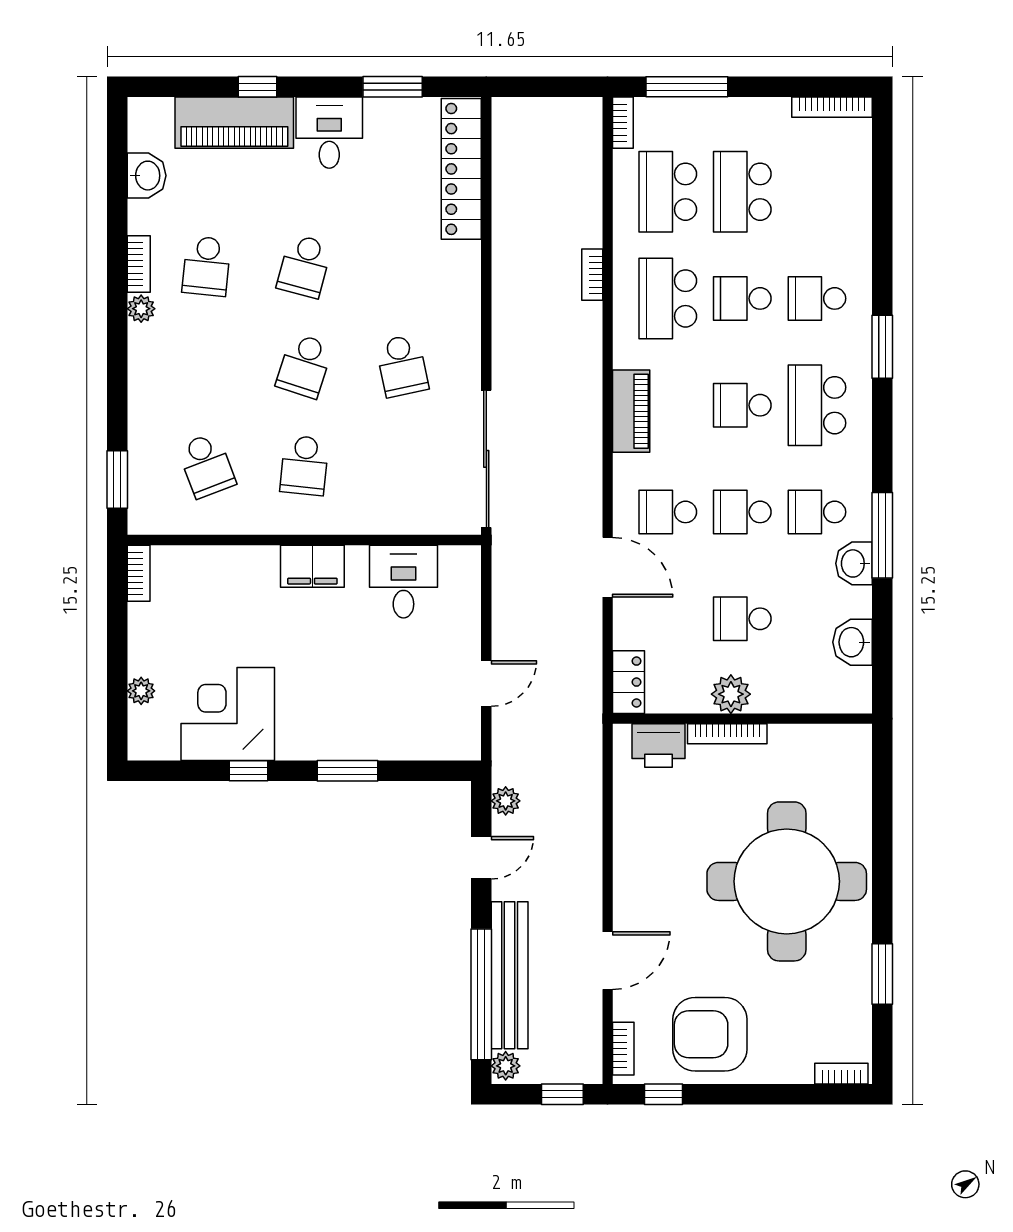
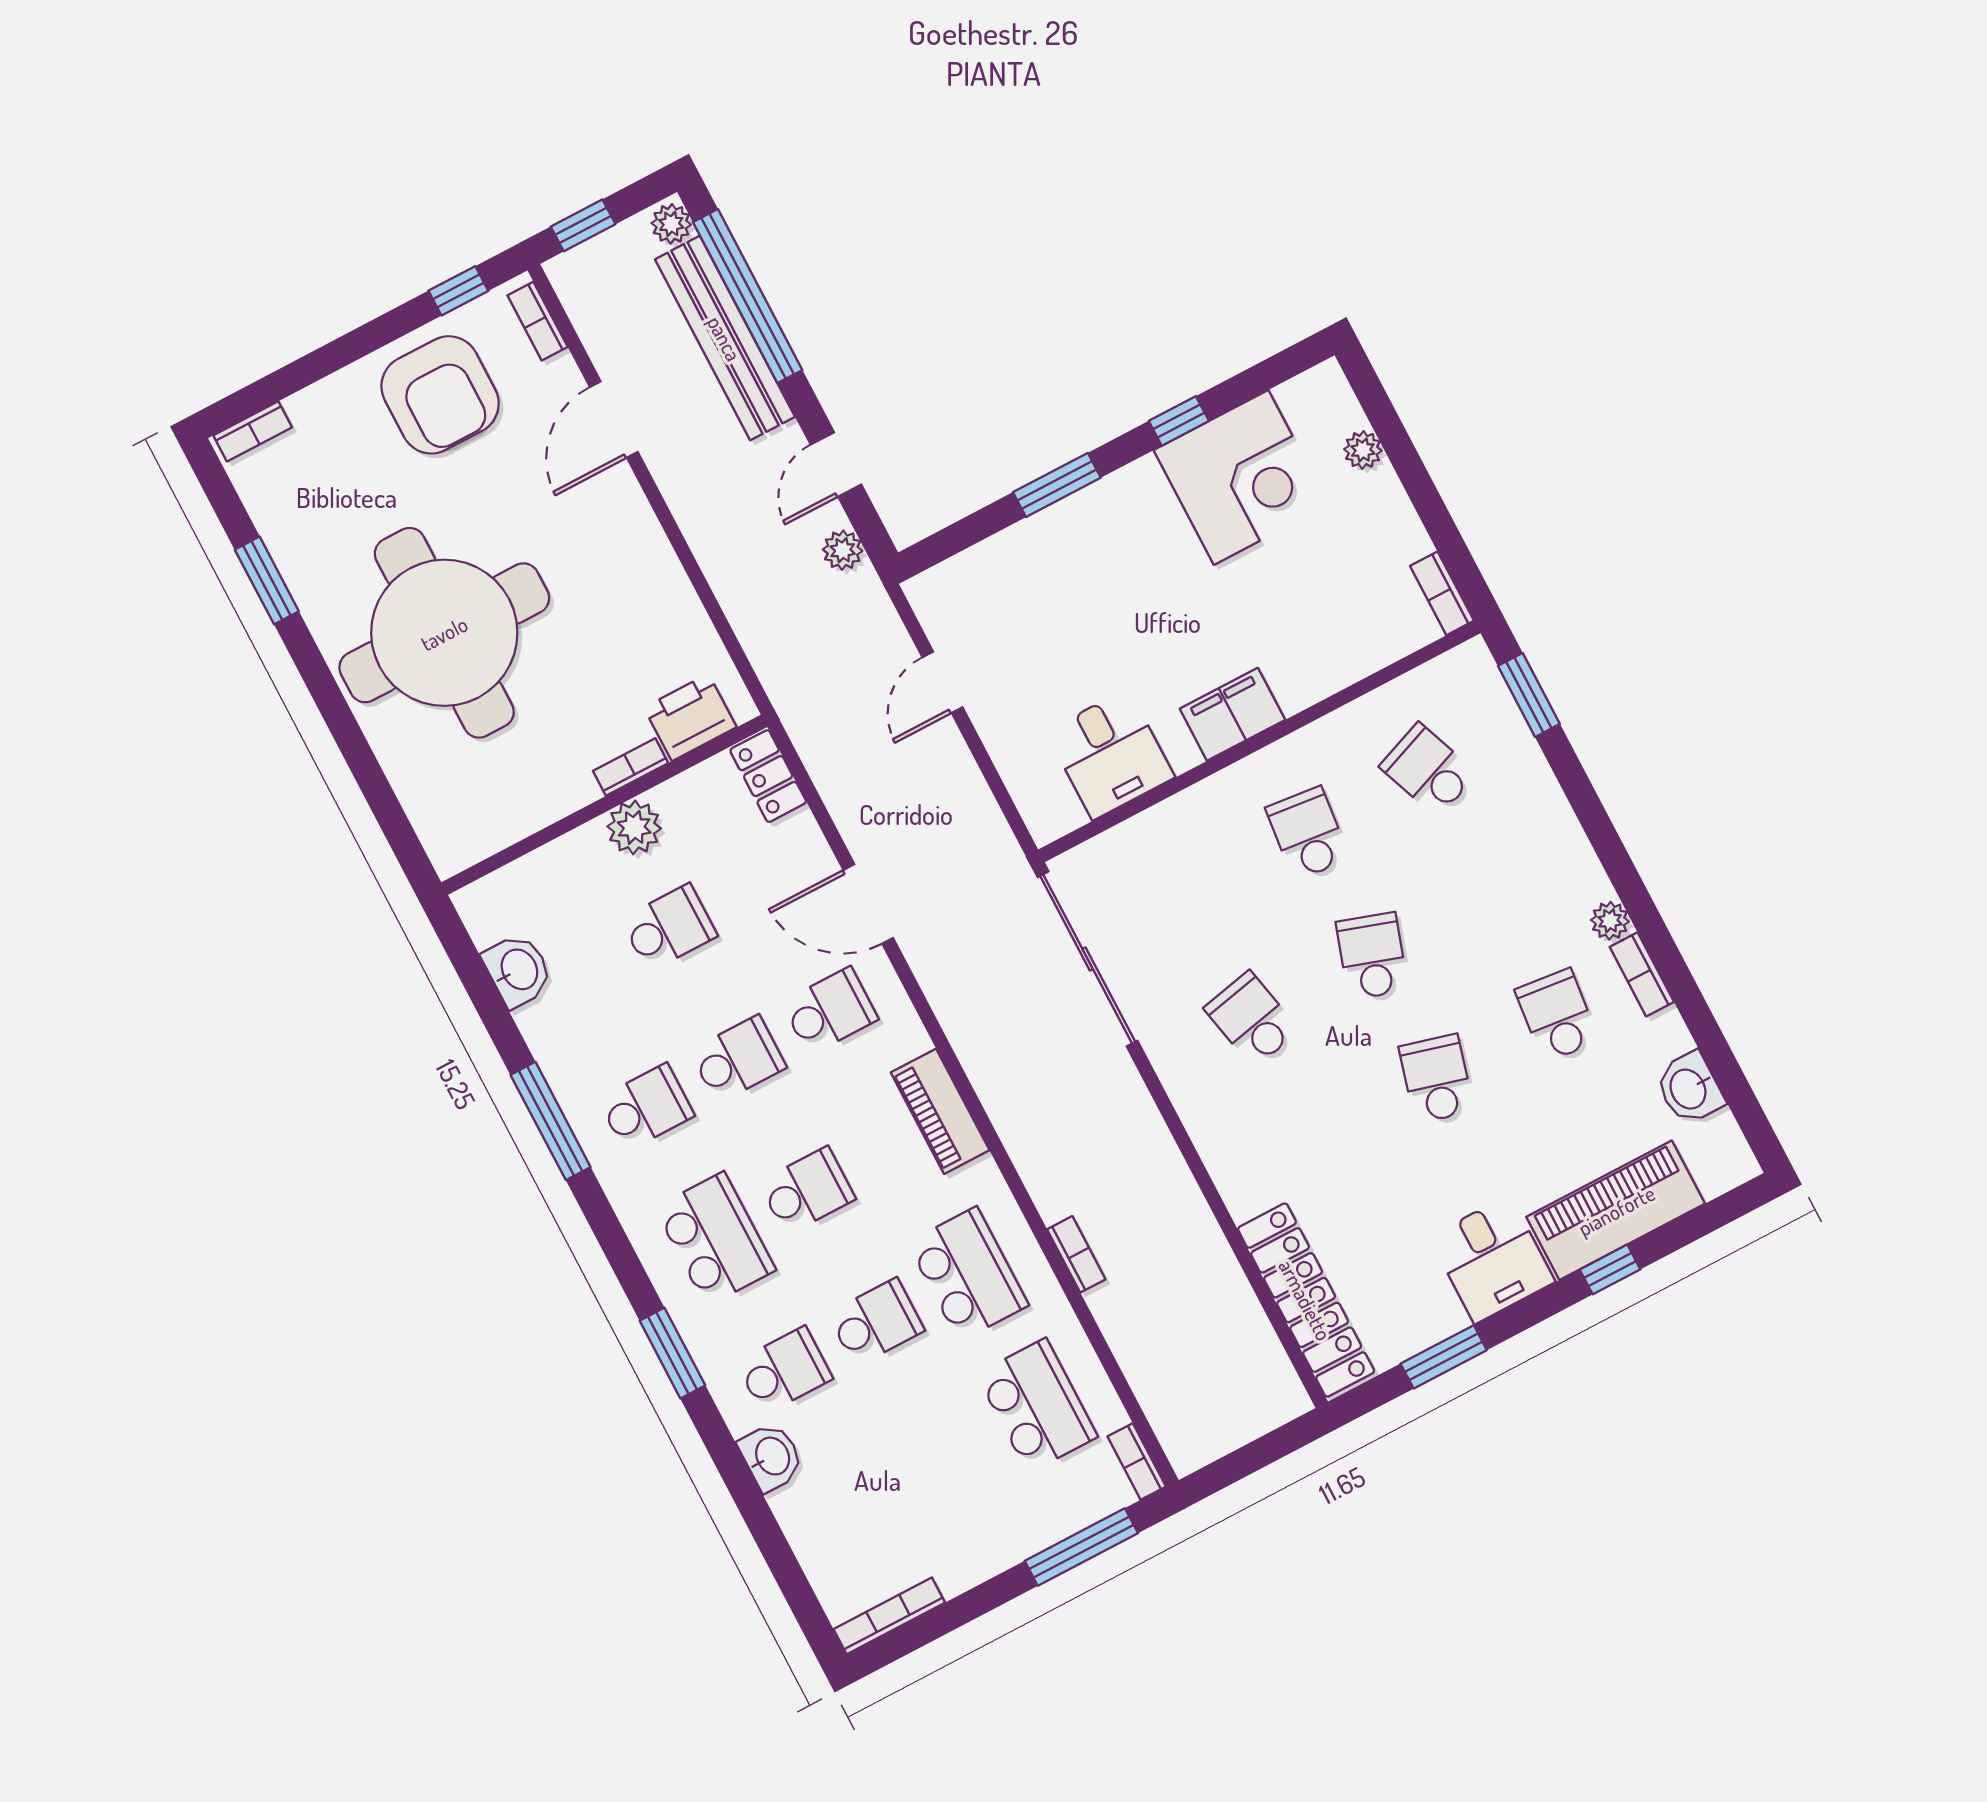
school desk: (742, 192) -> (945, 1454), removed
washbasin: (854, 563) -> (771, 1457), moved
bookcase: (727, 734) -> (631, 767), width x0.64
armchair: (710, 1034) -> (440, 395), turned 90

